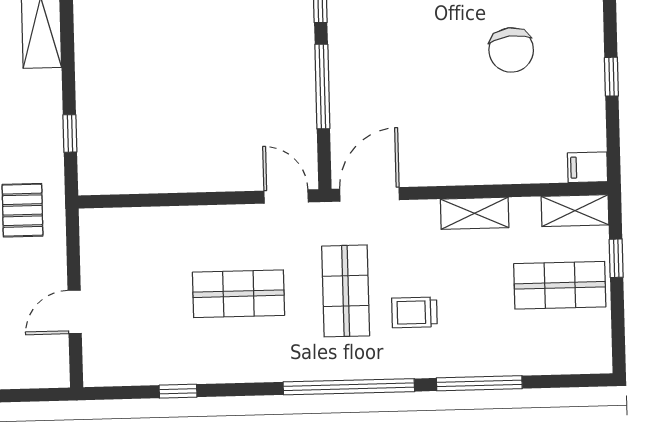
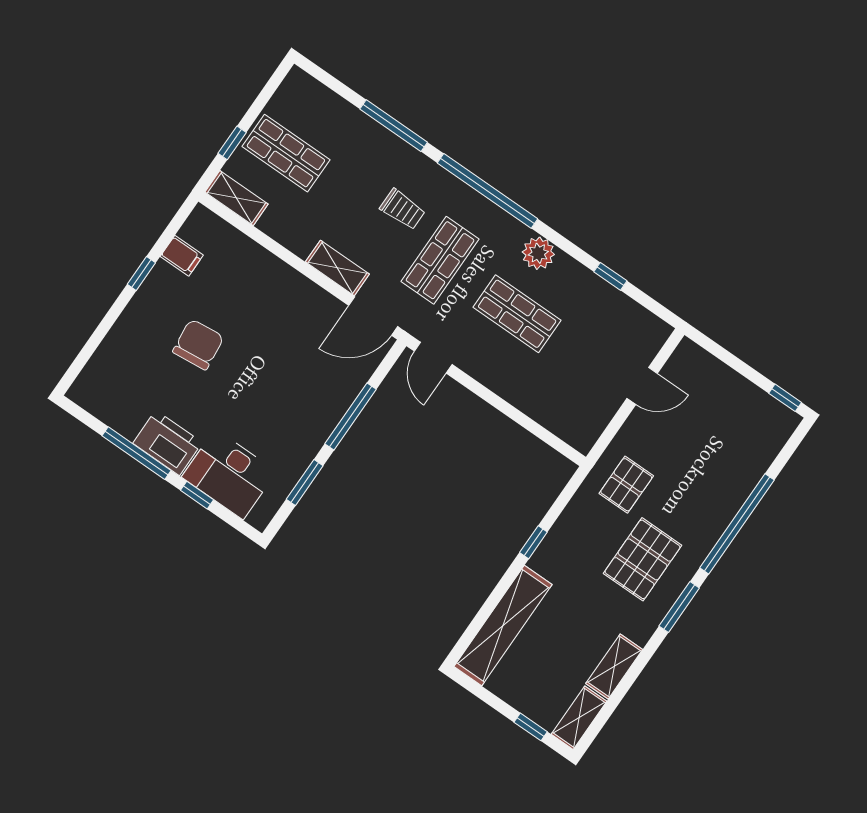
window: (70, 133) -> (533, 542), moved
filing cabinet: (588, 167) -> (182, 256), moved
shelving: (475, 213) -> (337, 268), moved
plant: (260, 364) -> (538, 253), added

